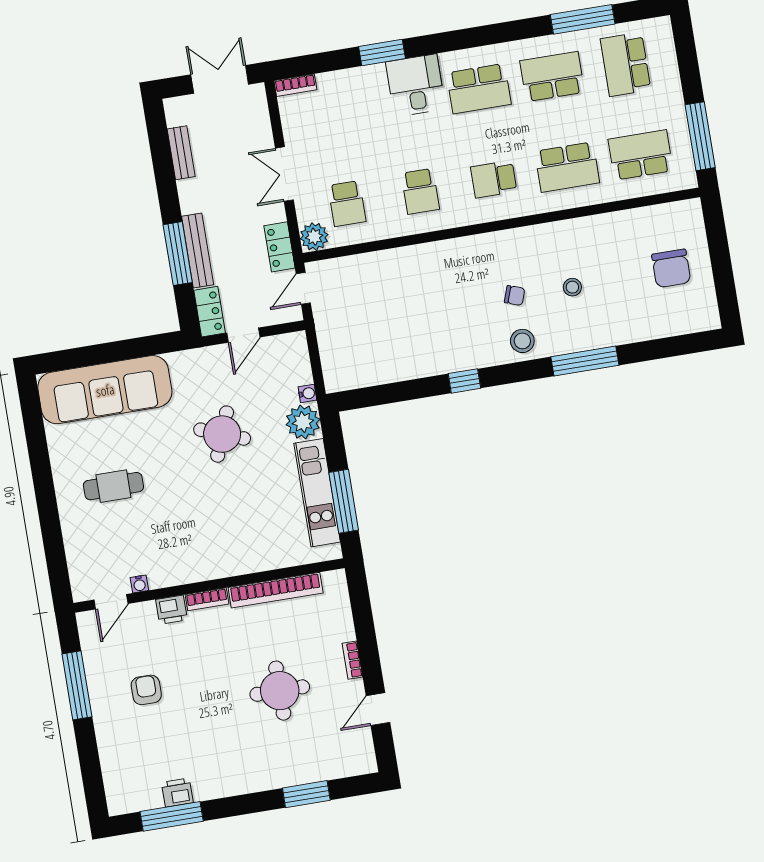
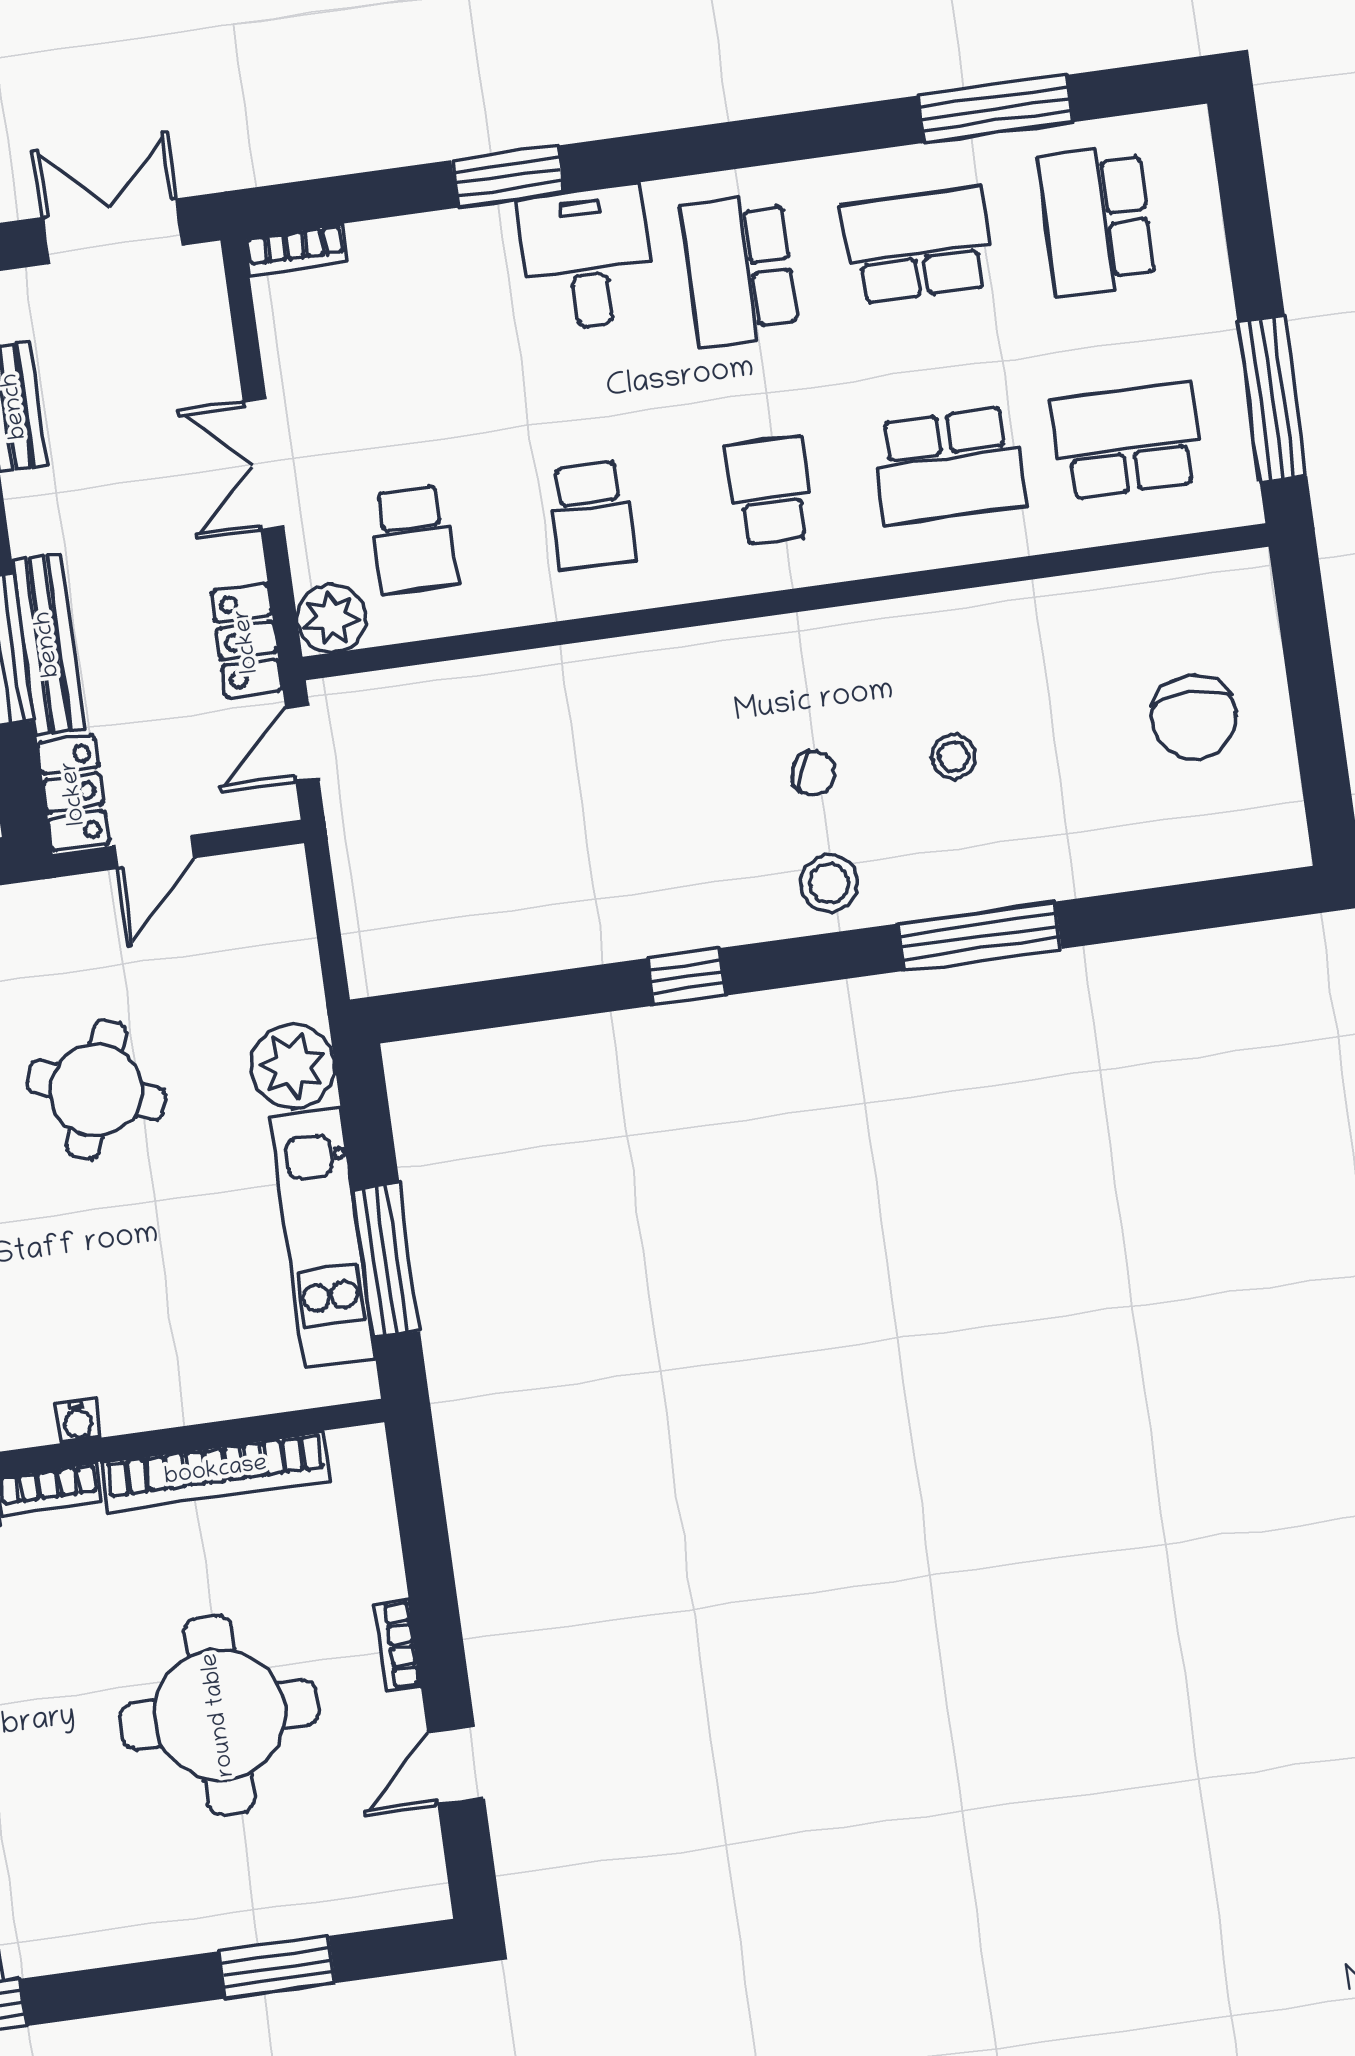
school desk: (479, 89) -> (739, 270), turned 90
school desk: (494, 179) -> (770, 490), turned 90
water cooler: (307, 393) -> (78, 1421), moved, turned 90
round table: (280, 691) -> (219, 1715), width x1.36, depth x1.36

